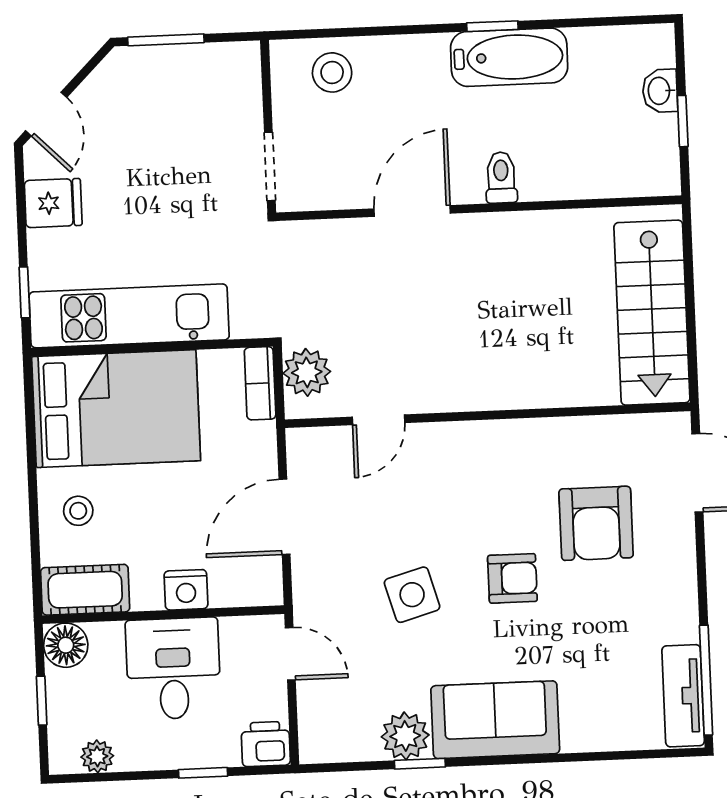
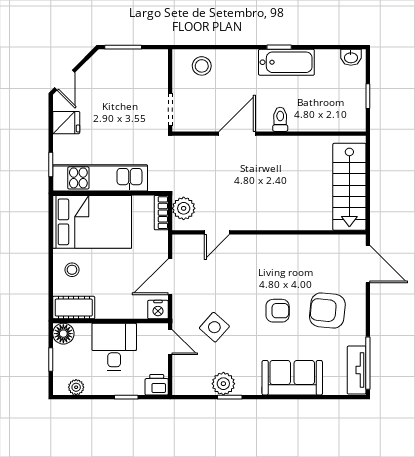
washbasin: (660, 91) -> (351, 57), moved, turned -90
armchair: (596, 523) -> (327, 310), moved, turned 96
nightstand: (186, 590) -> (158, 310), moved
side table: (412, 595) -> (214, 327), moved, turned -32
sofa: (495, 720) -> (292, 378), moved

